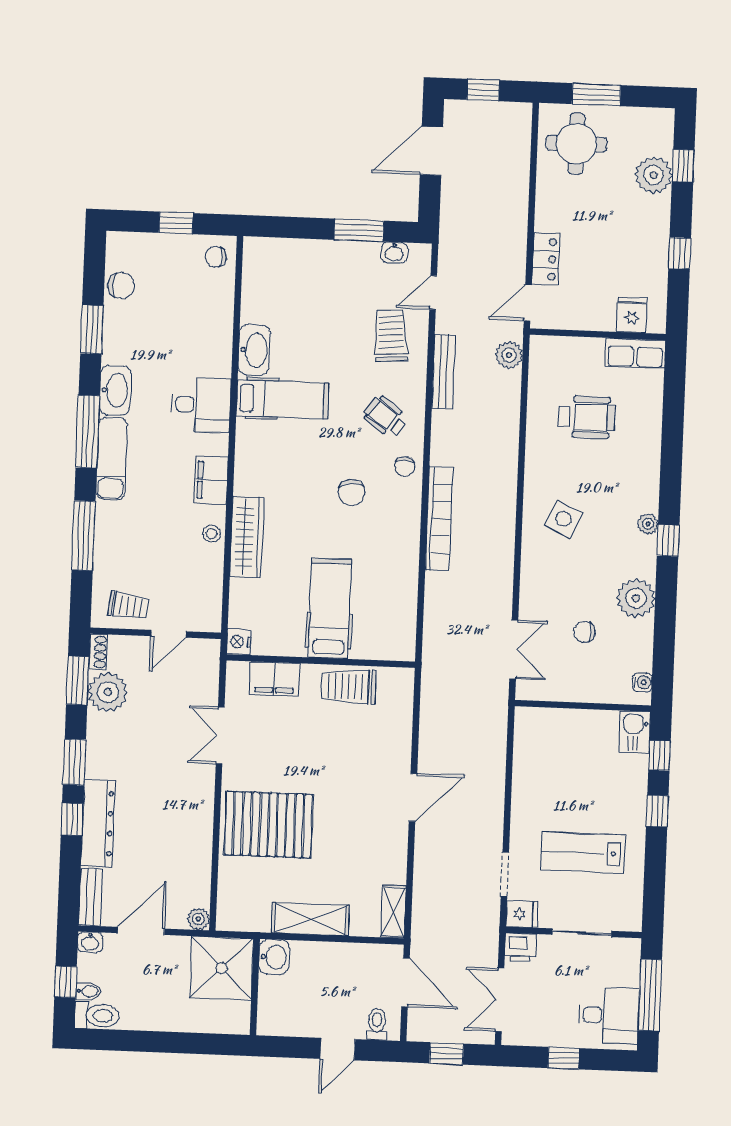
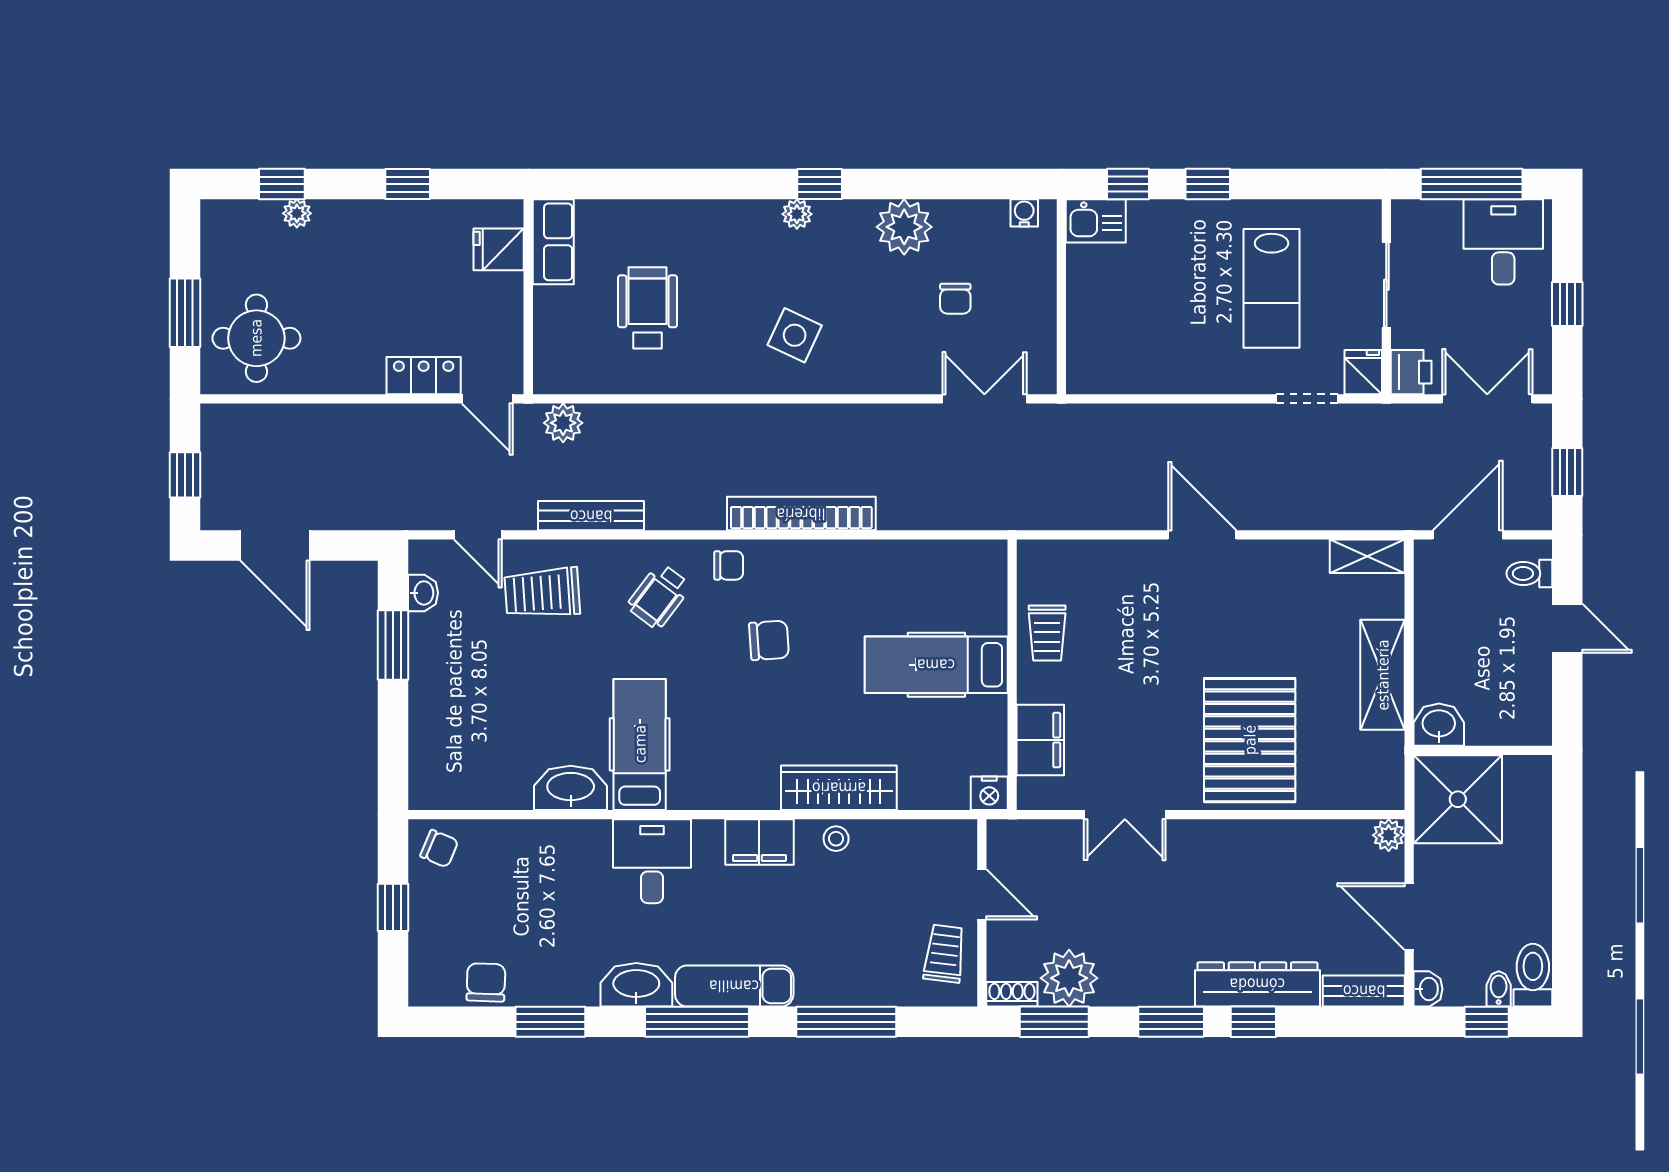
plant: (654, 175) -> (297, 213), width x0.53, depth x0.53
chair: (216, 257) -> (439, 849), turned -67
trolley: (349, 686) -> (1047, 633), width x0.73, depth x0.72
double door: (500, 1000) -> (1487, 399), swing flipped

